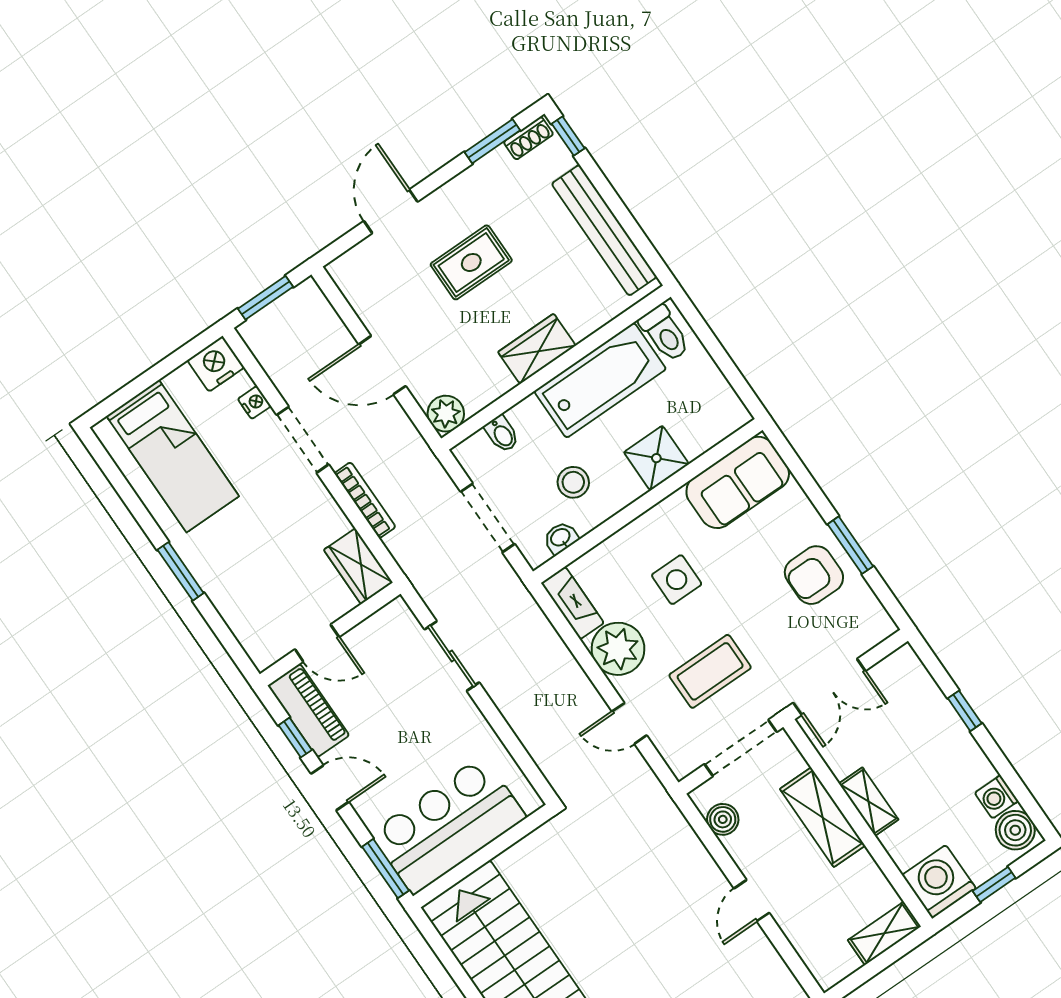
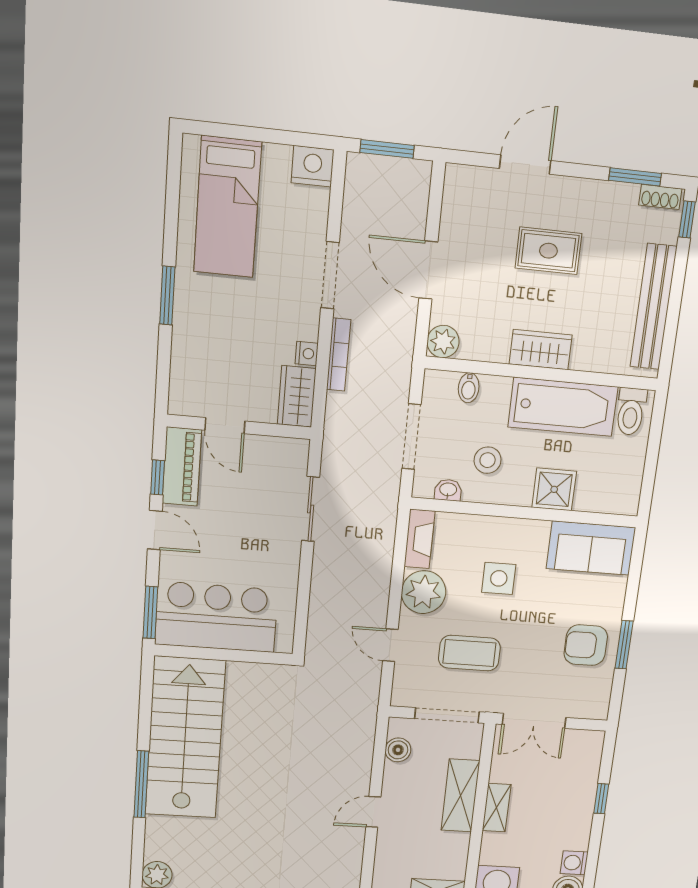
nightstand: (254, 403) -> (307, 353), moved

